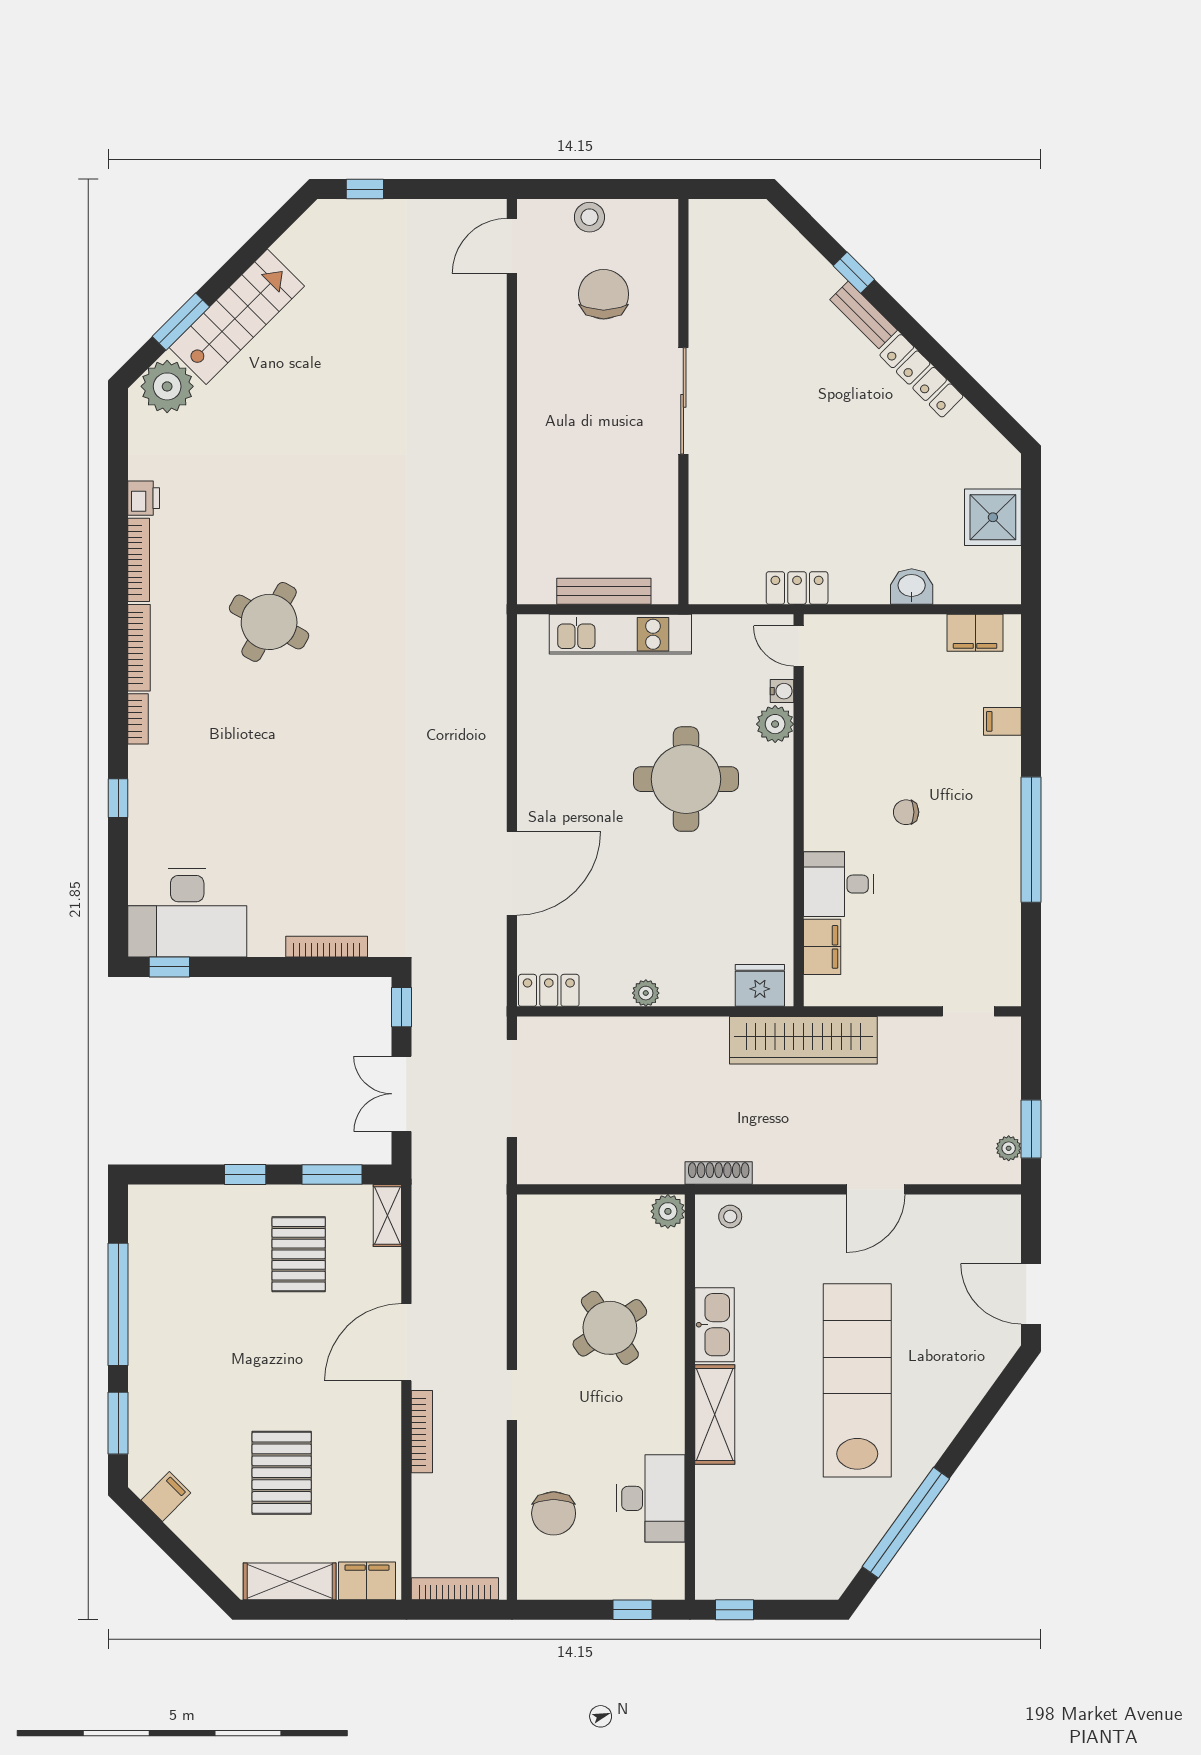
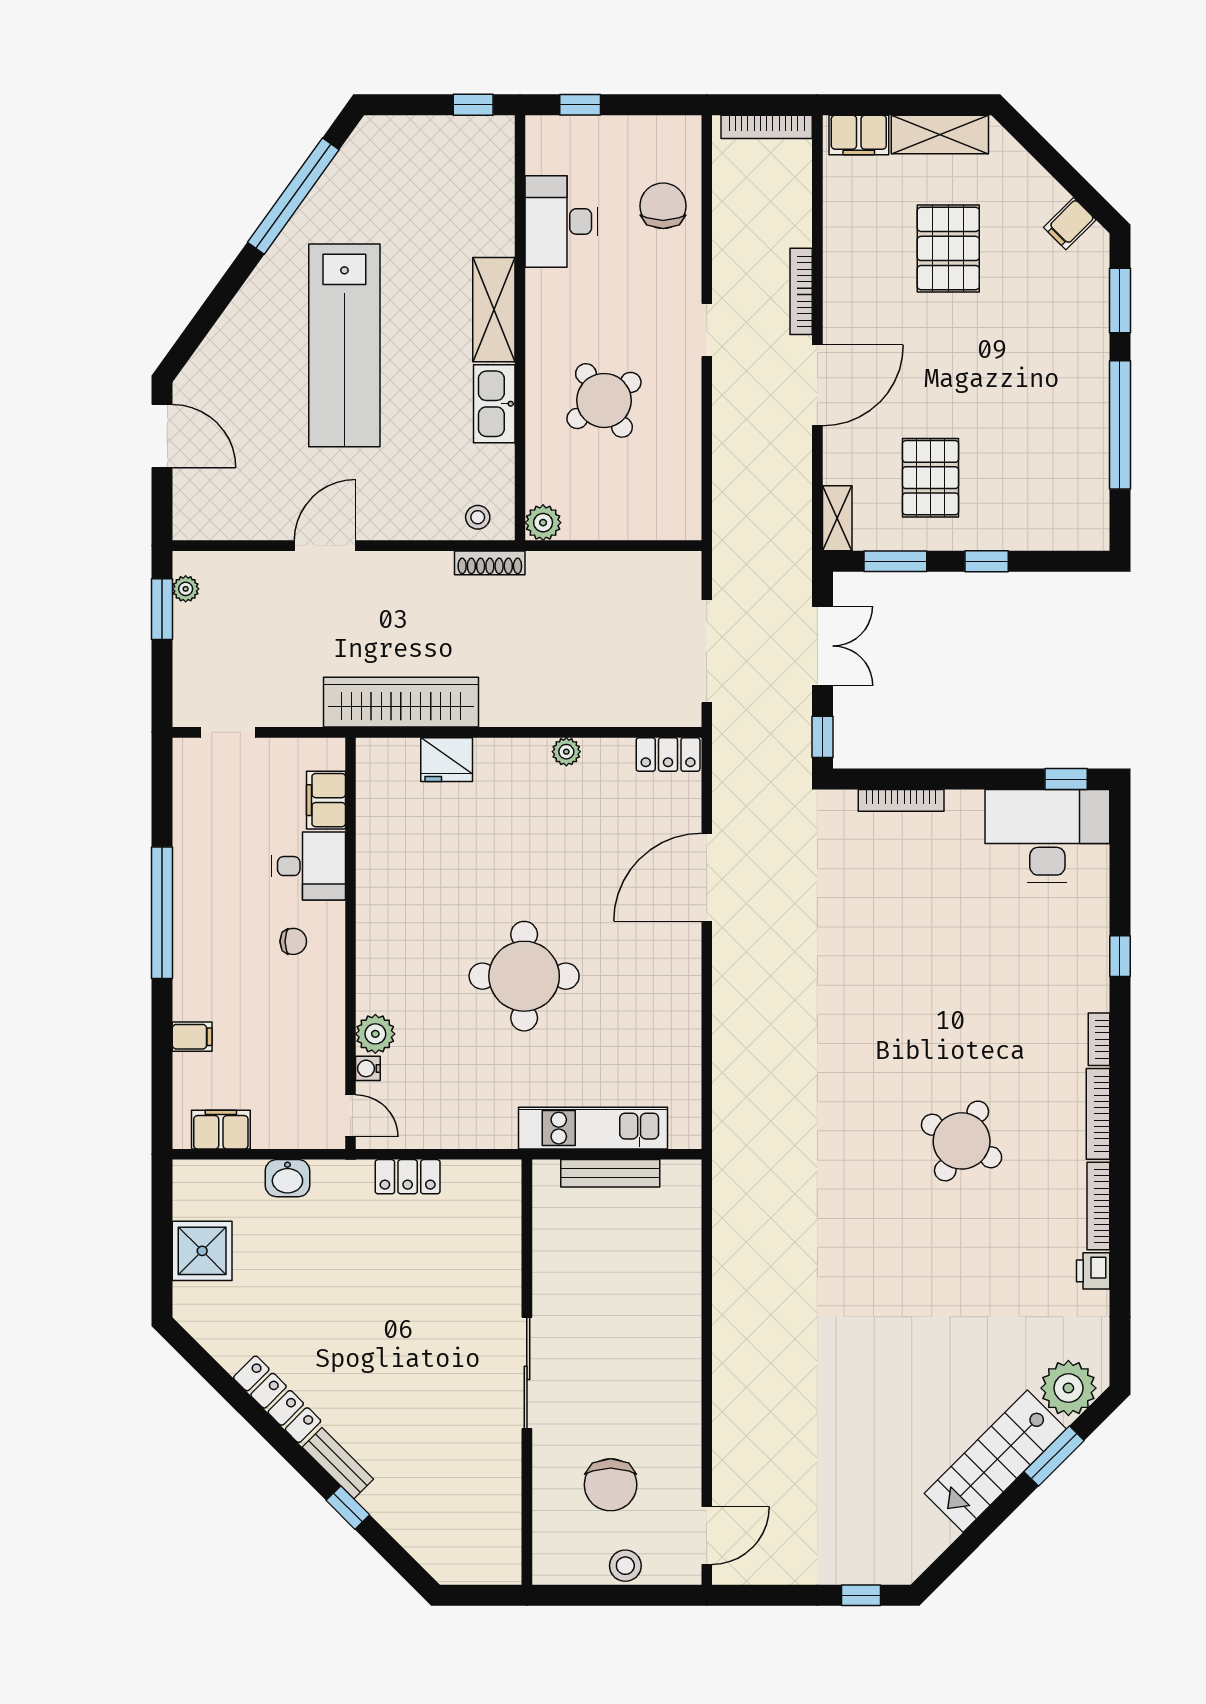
door: (799, 646) -> (351, 1116), moved
water cooler: (782, 691) -> (368, 1068), moved
plant: (775, 724) -> (375, 1034), moved
wall: (799, 810) -> (351, 943), moved
desk: (839, 884) -> (309, 866), moved
filing cabinet: (822, 947) -> (326, 800), moved

